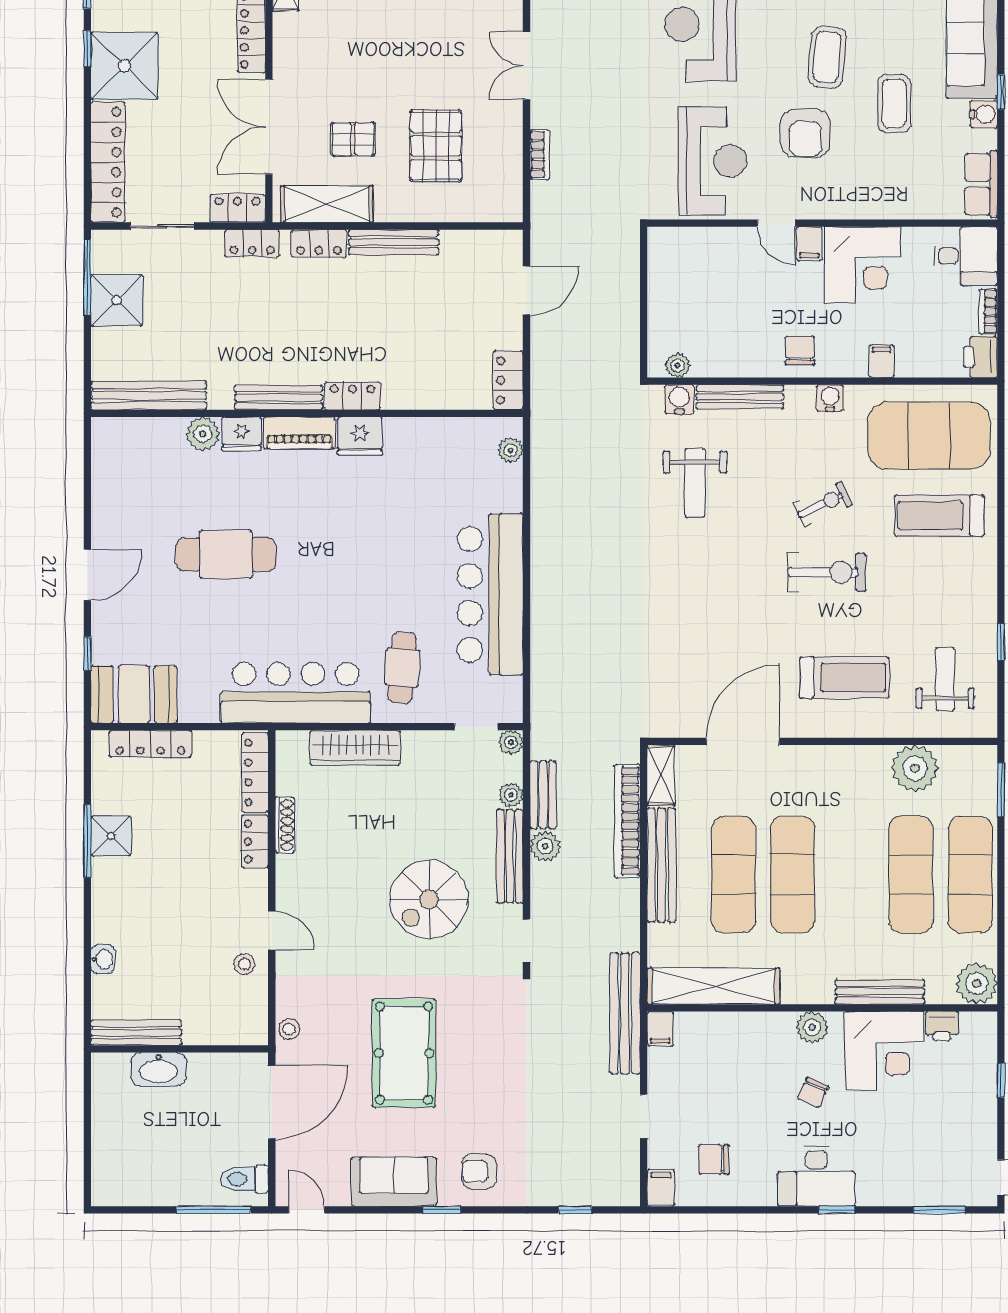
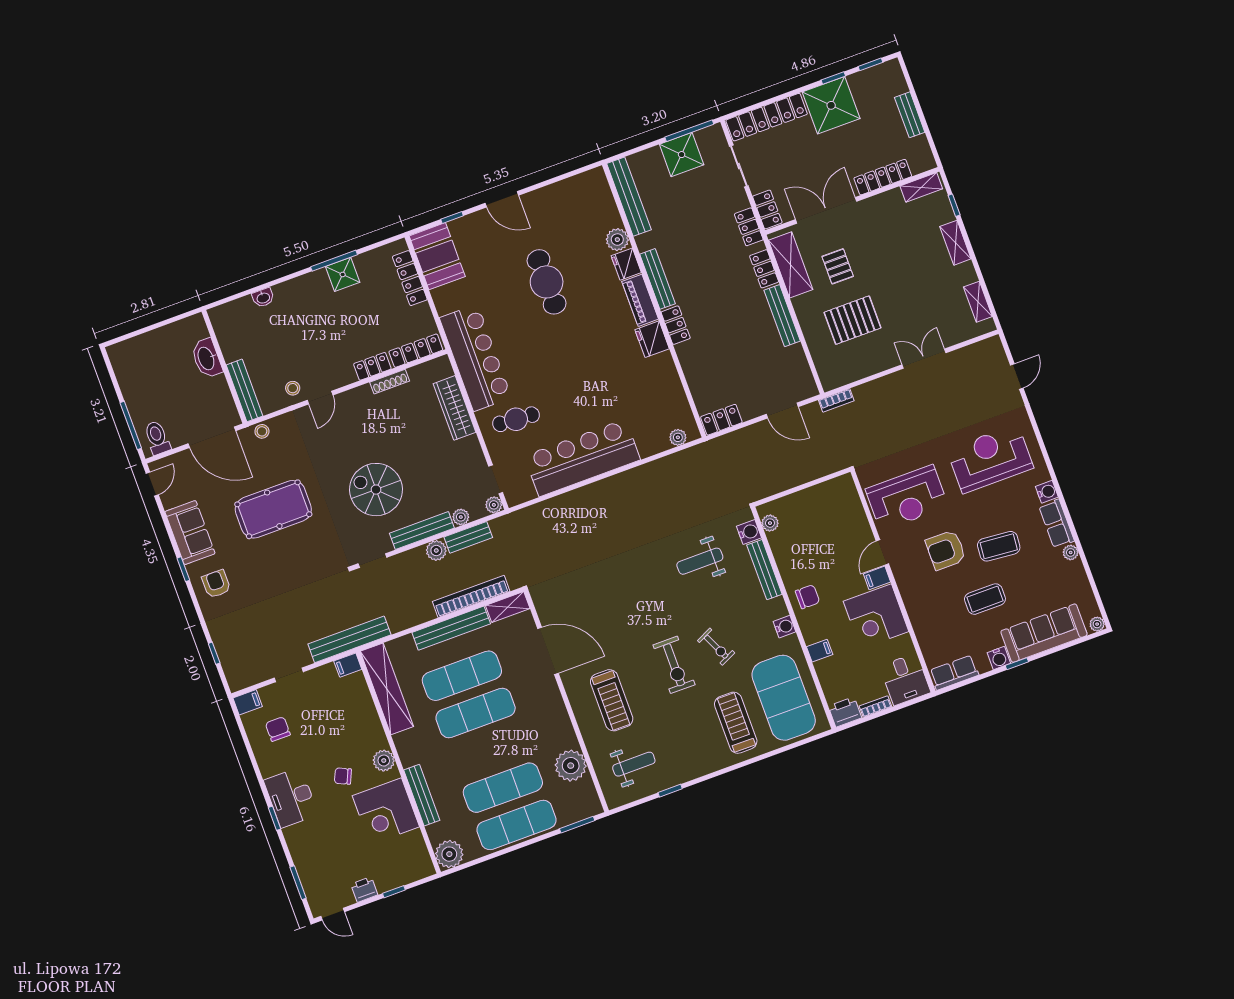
bookcase: (540, 155) -> (836, 400), moved
printer: (942, 1026) -> (364, 889), moved, turned 90
bench: (136, 1033) -> (245, 390), moved

